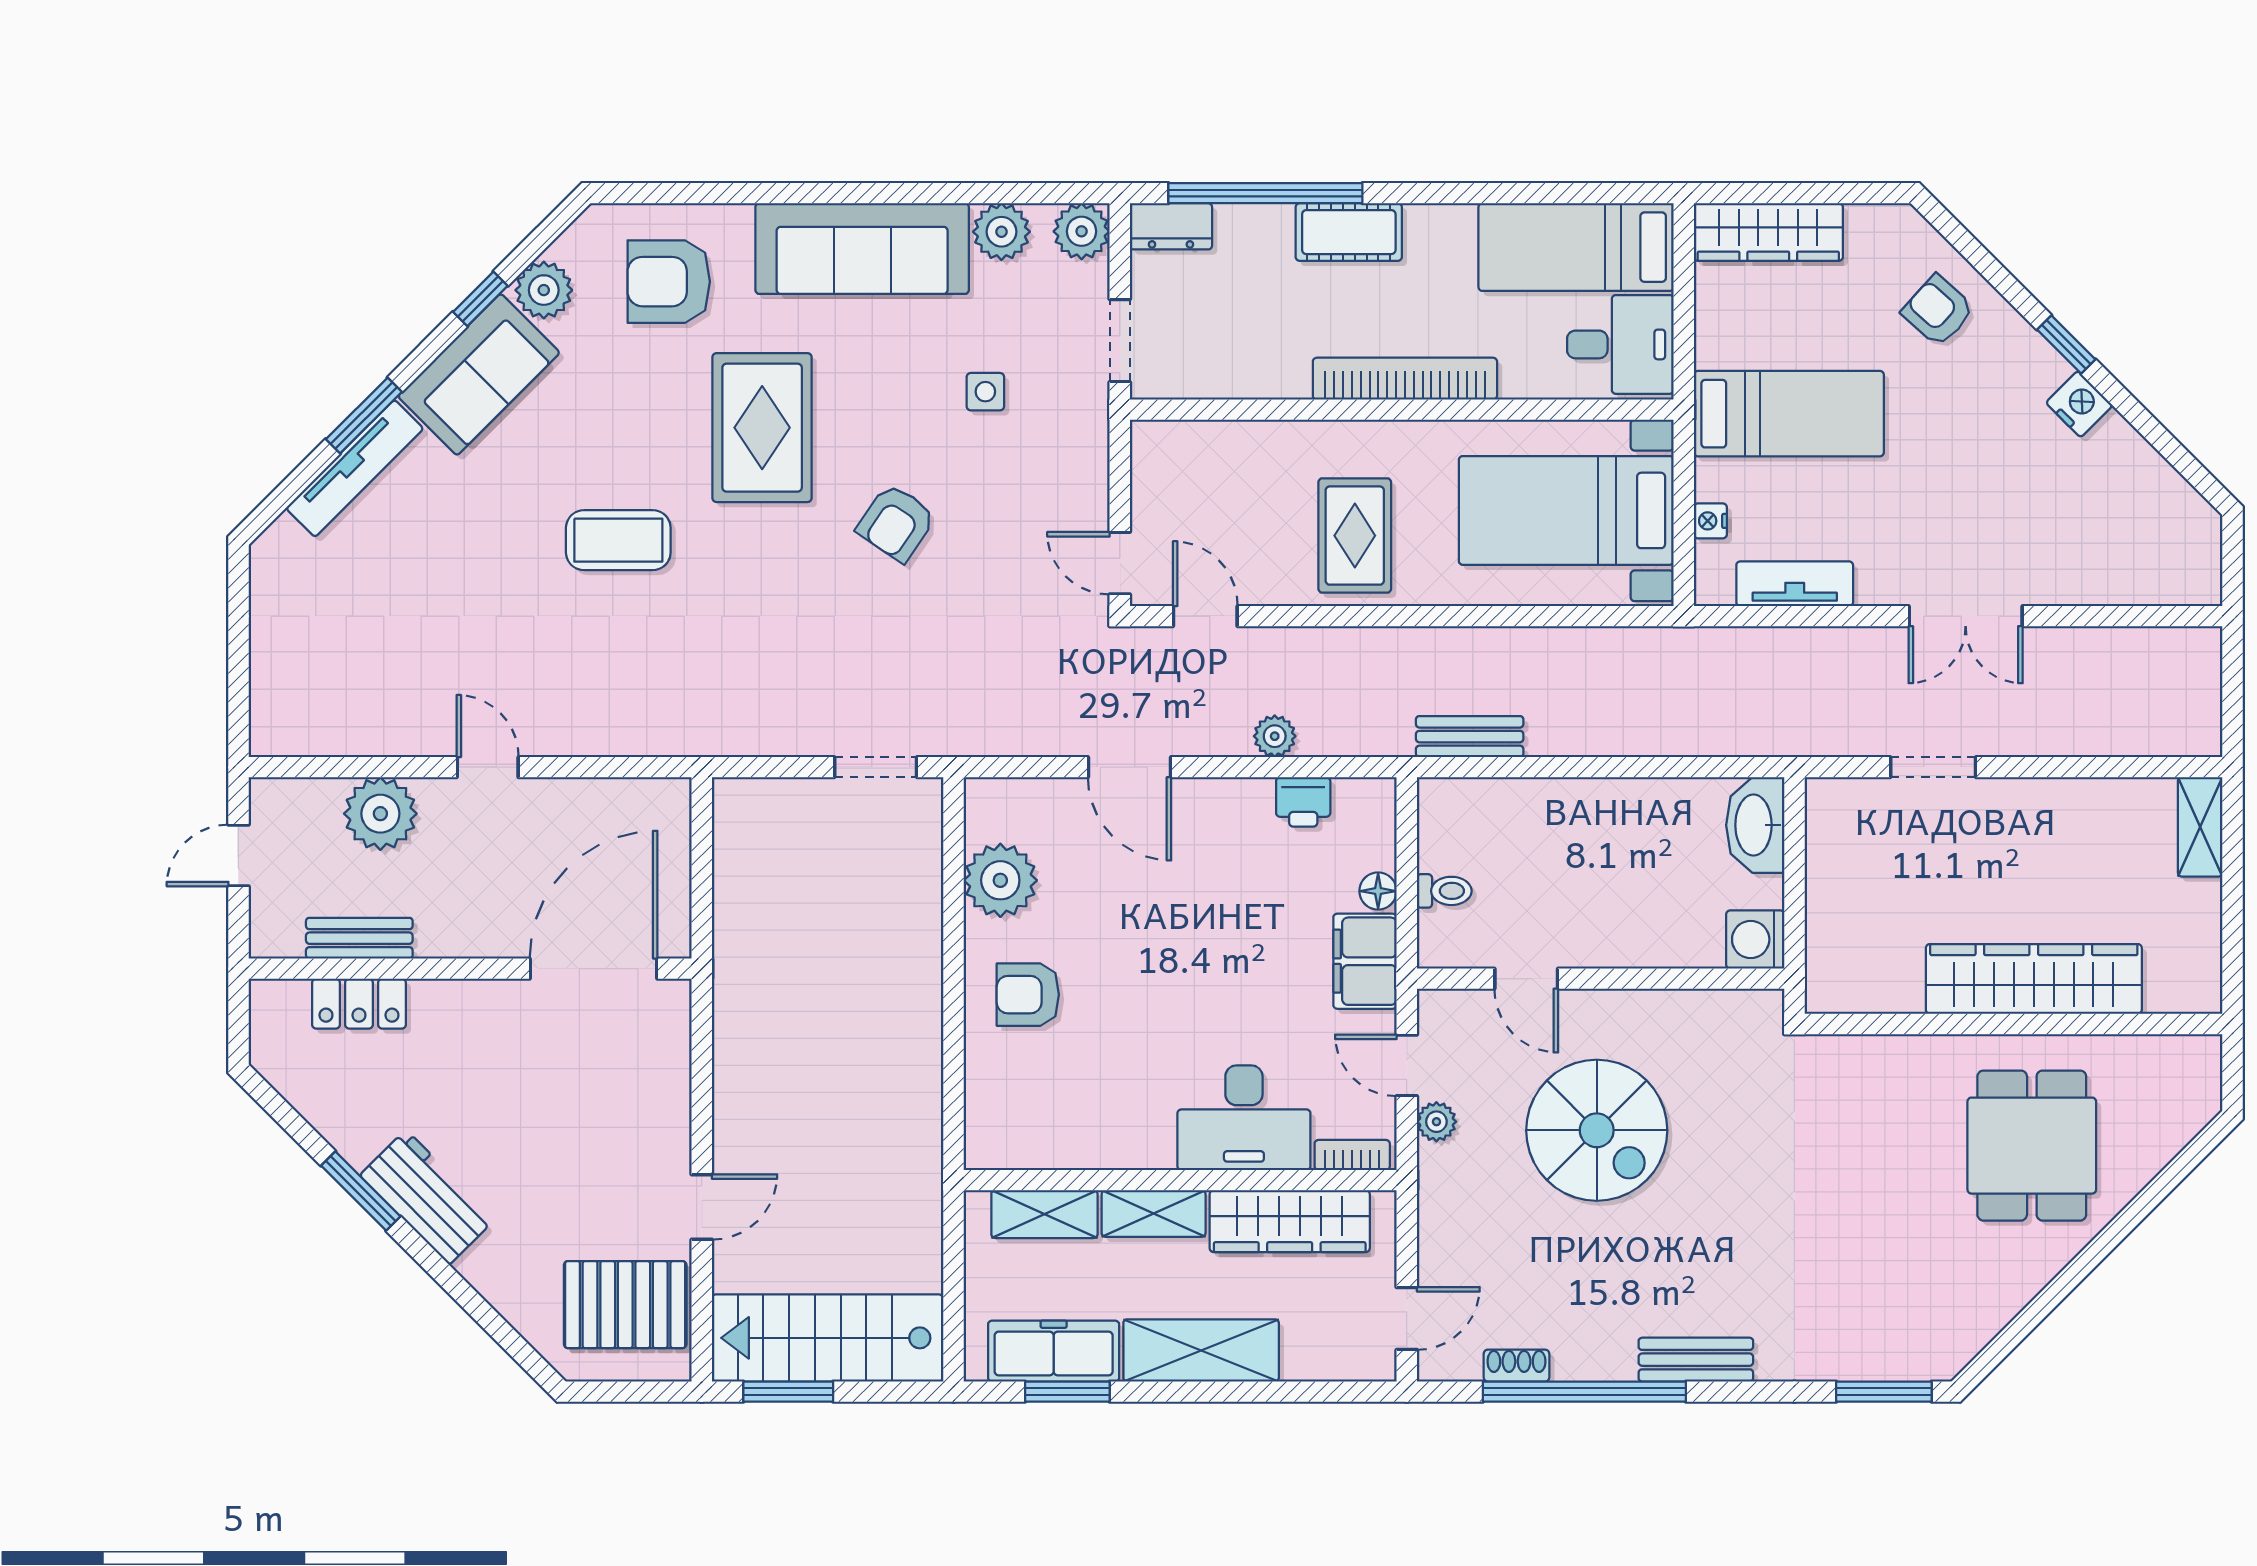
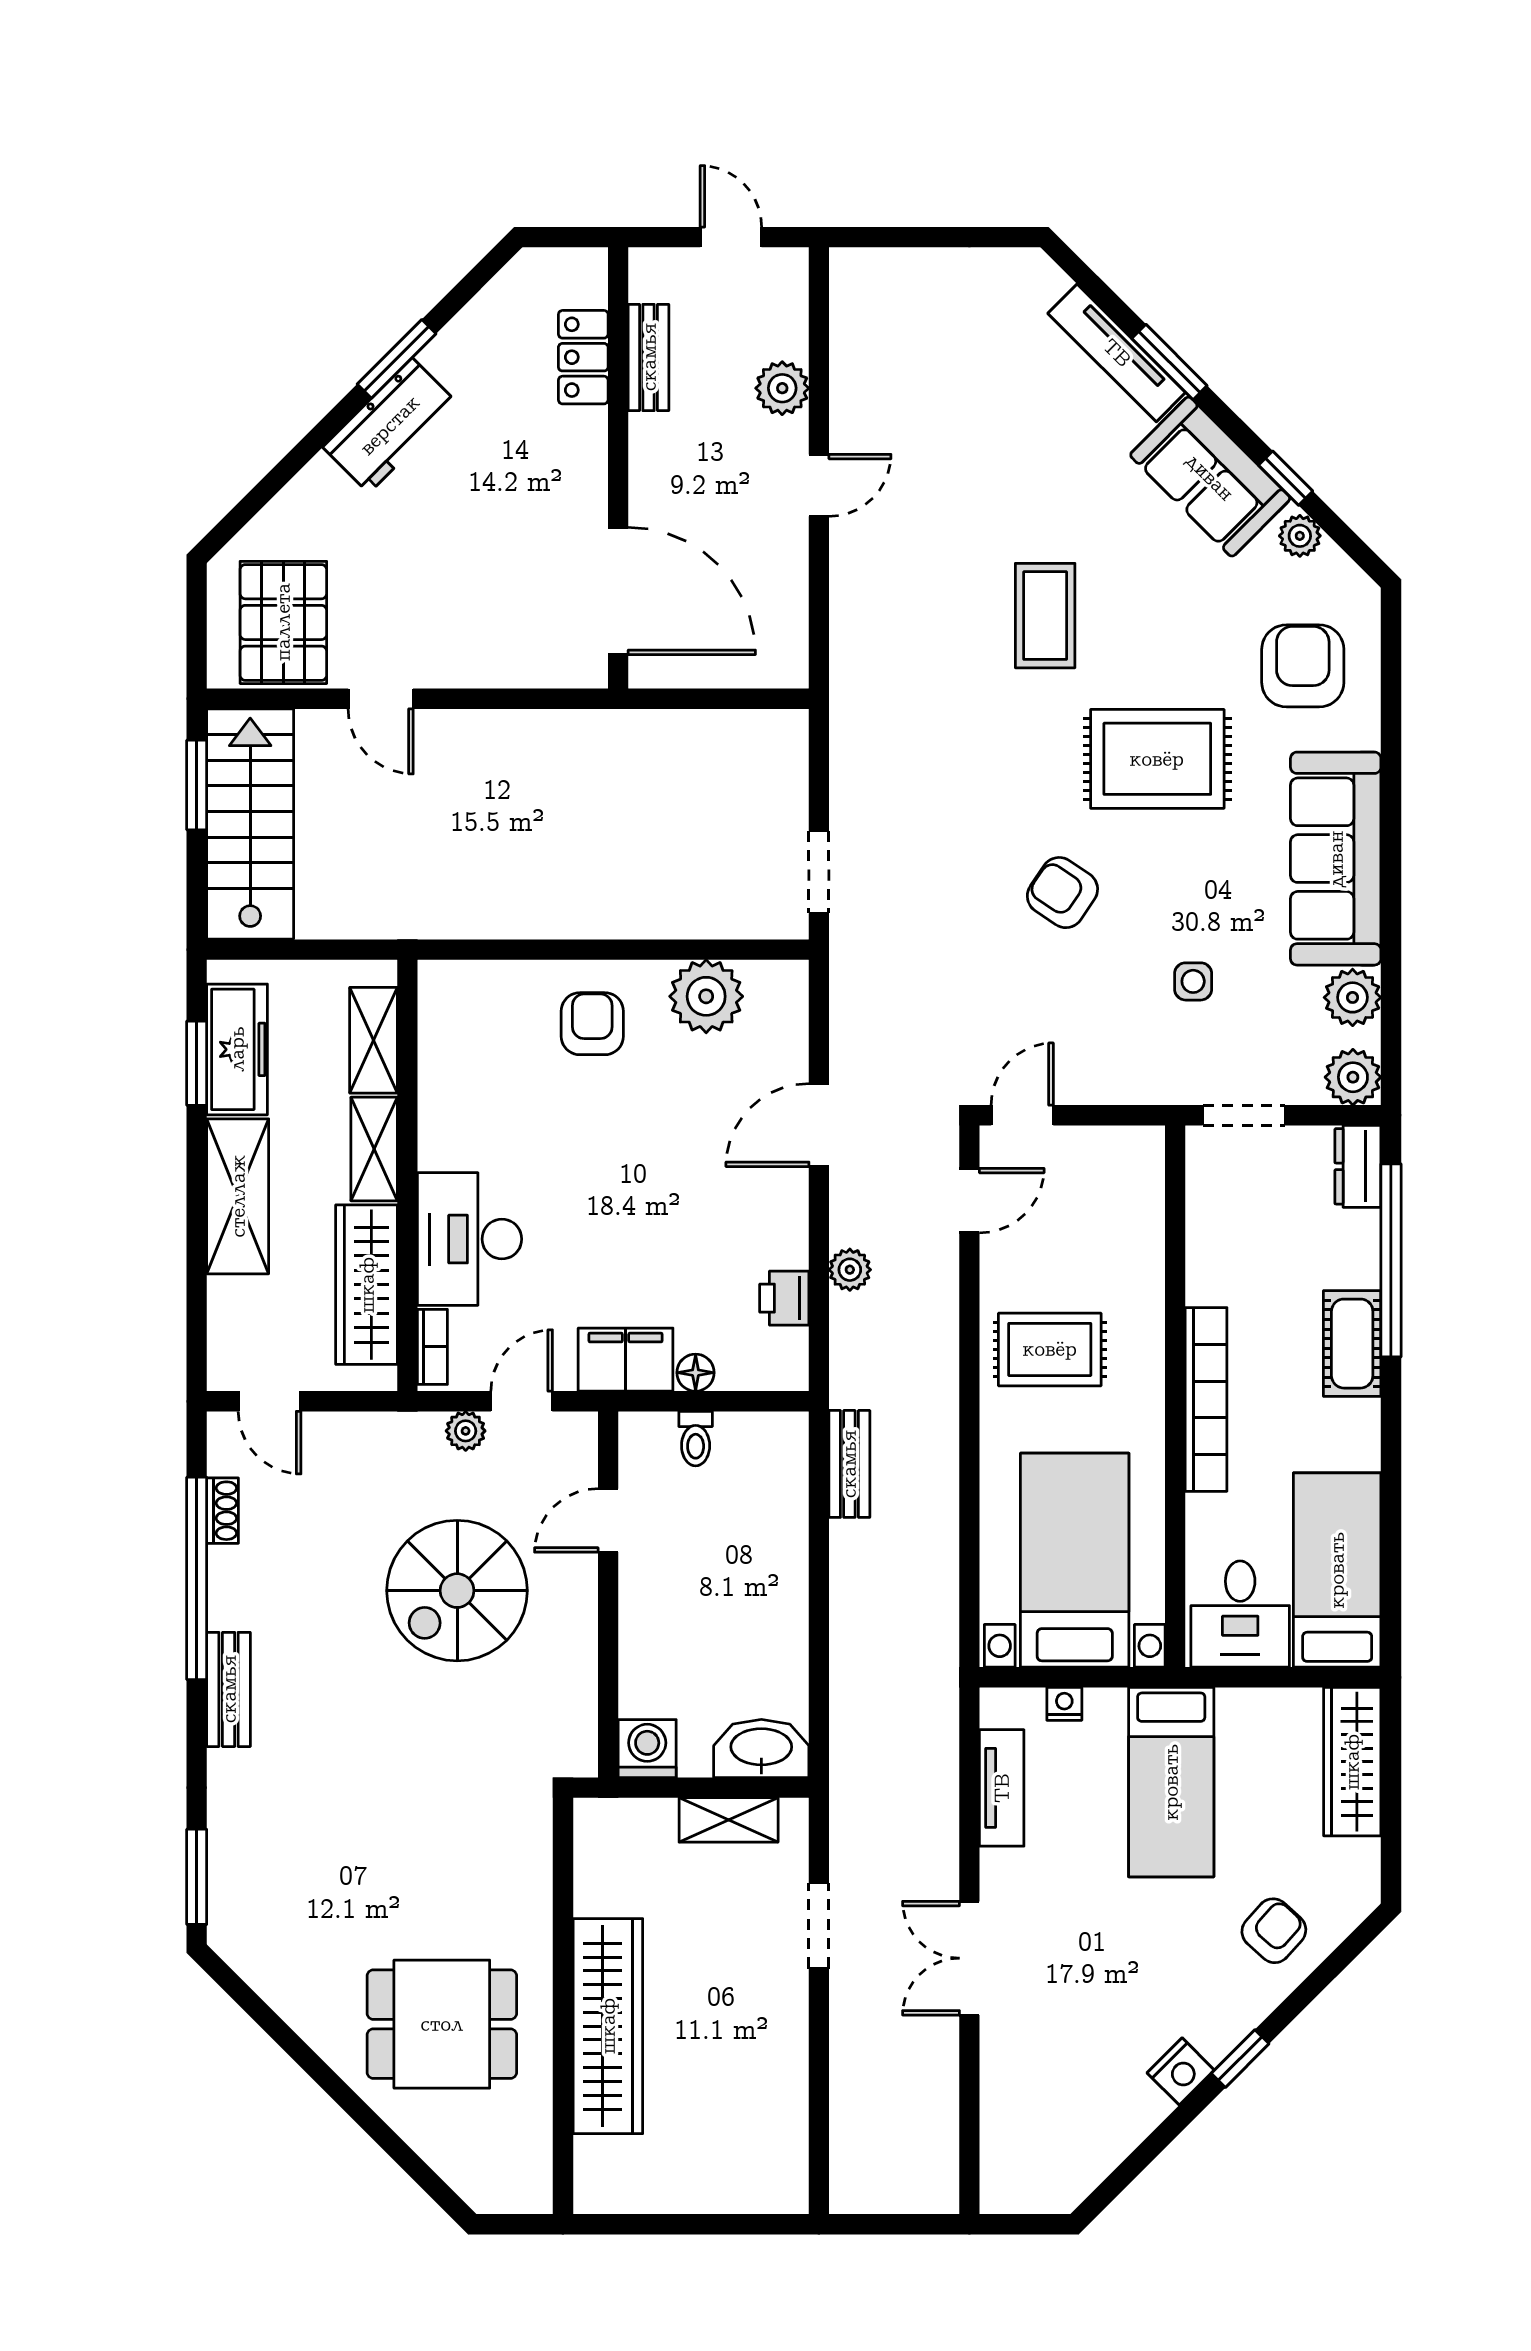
plant: (544, 290) -> (1300, 536), width x0.73, depth x0.73
plant: (380, 814) -> (782, 388), width x0.73, depth x0.73
shelving: (2200, 827) -> (729, 1820), moved

